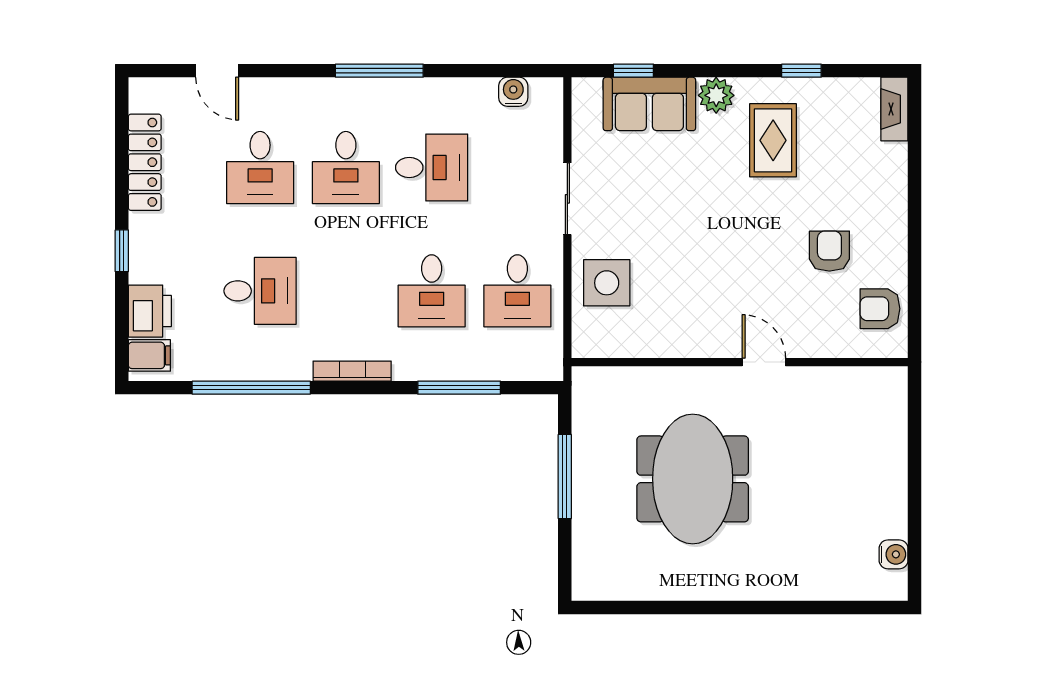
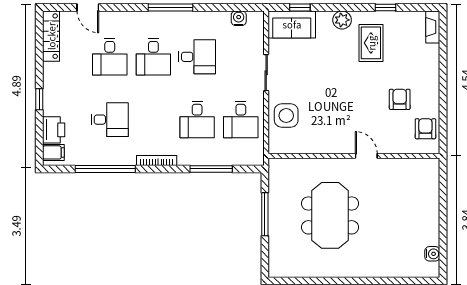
sofa: (649, 104) -> (292, 24), moved
locker: (145, 162) -> (51, 36), moved
armchair: (880, 309) -> (425, 129), turned 90

